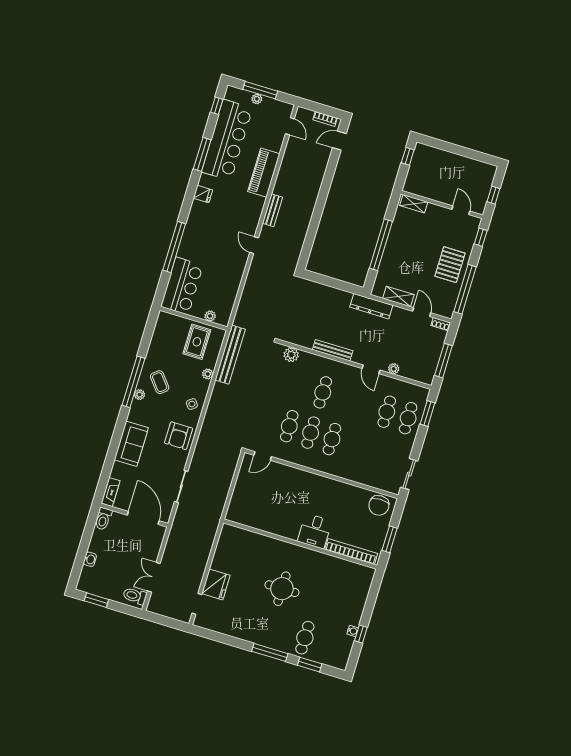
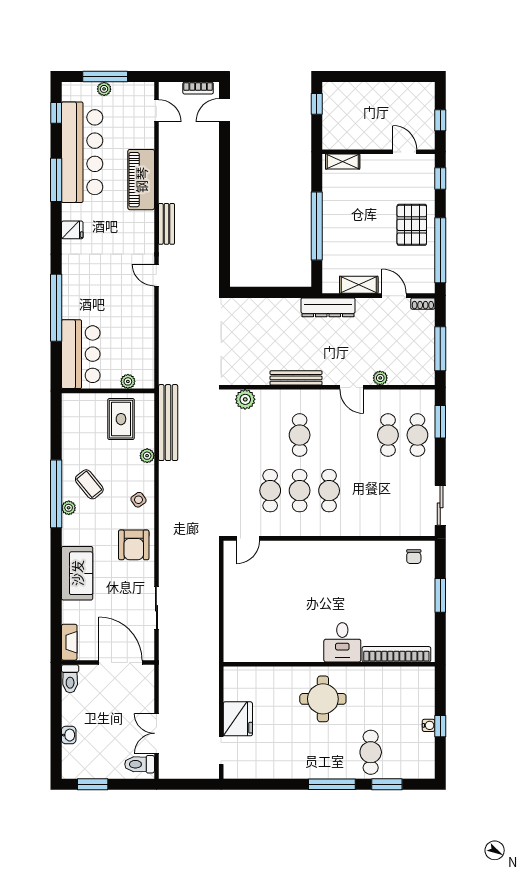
chair: (379, 505) -> (414, 557), width x0.54, depth x0.54
desk: (315, 531) -> (342, 642), moved
wall: (300, 544) -> (329, 664), moved
bookcase: (351, 552) -> (396, 654), moved

